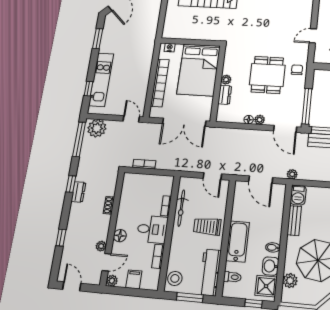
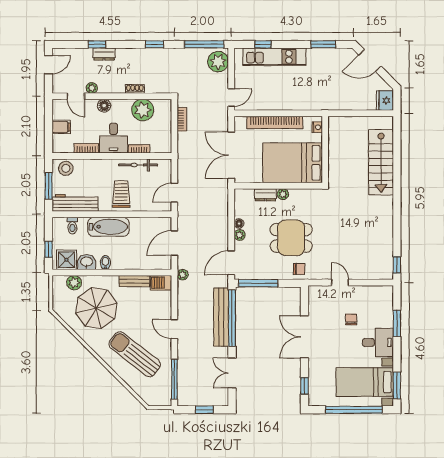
dresser: (78, 192) -> (104, 54), moved
plant: (112, 281) -> (143, 110), moved, width x1.87, depth x1.87

